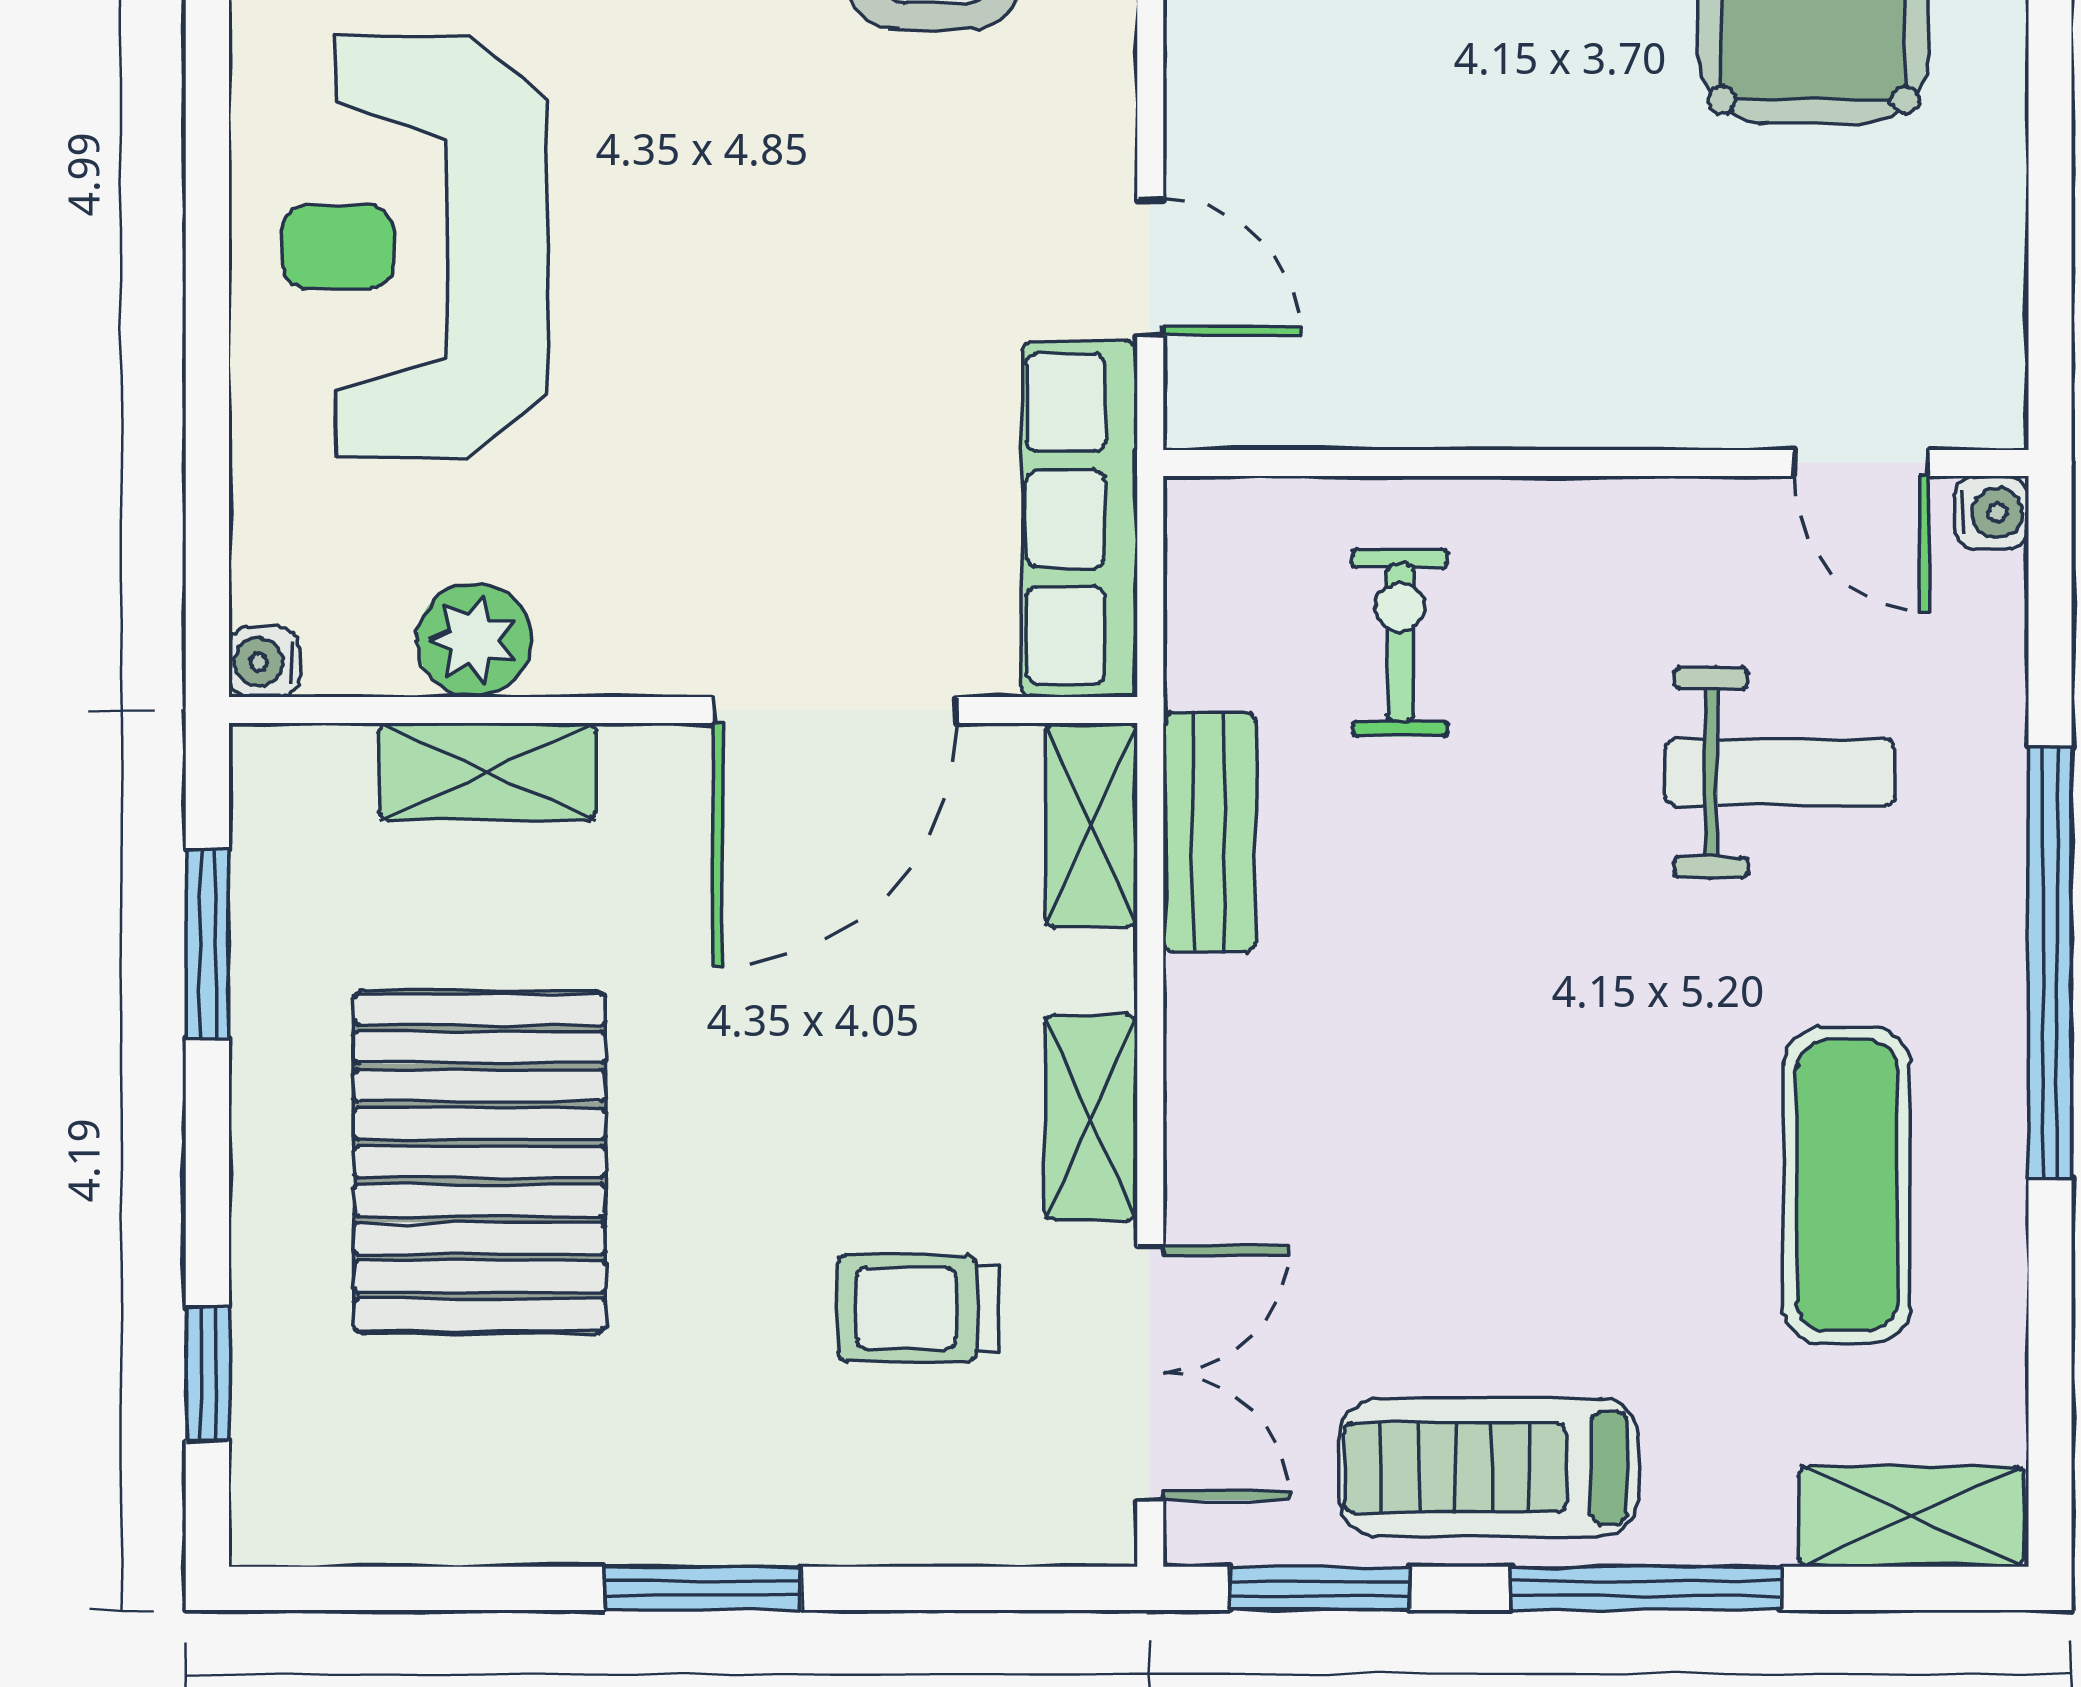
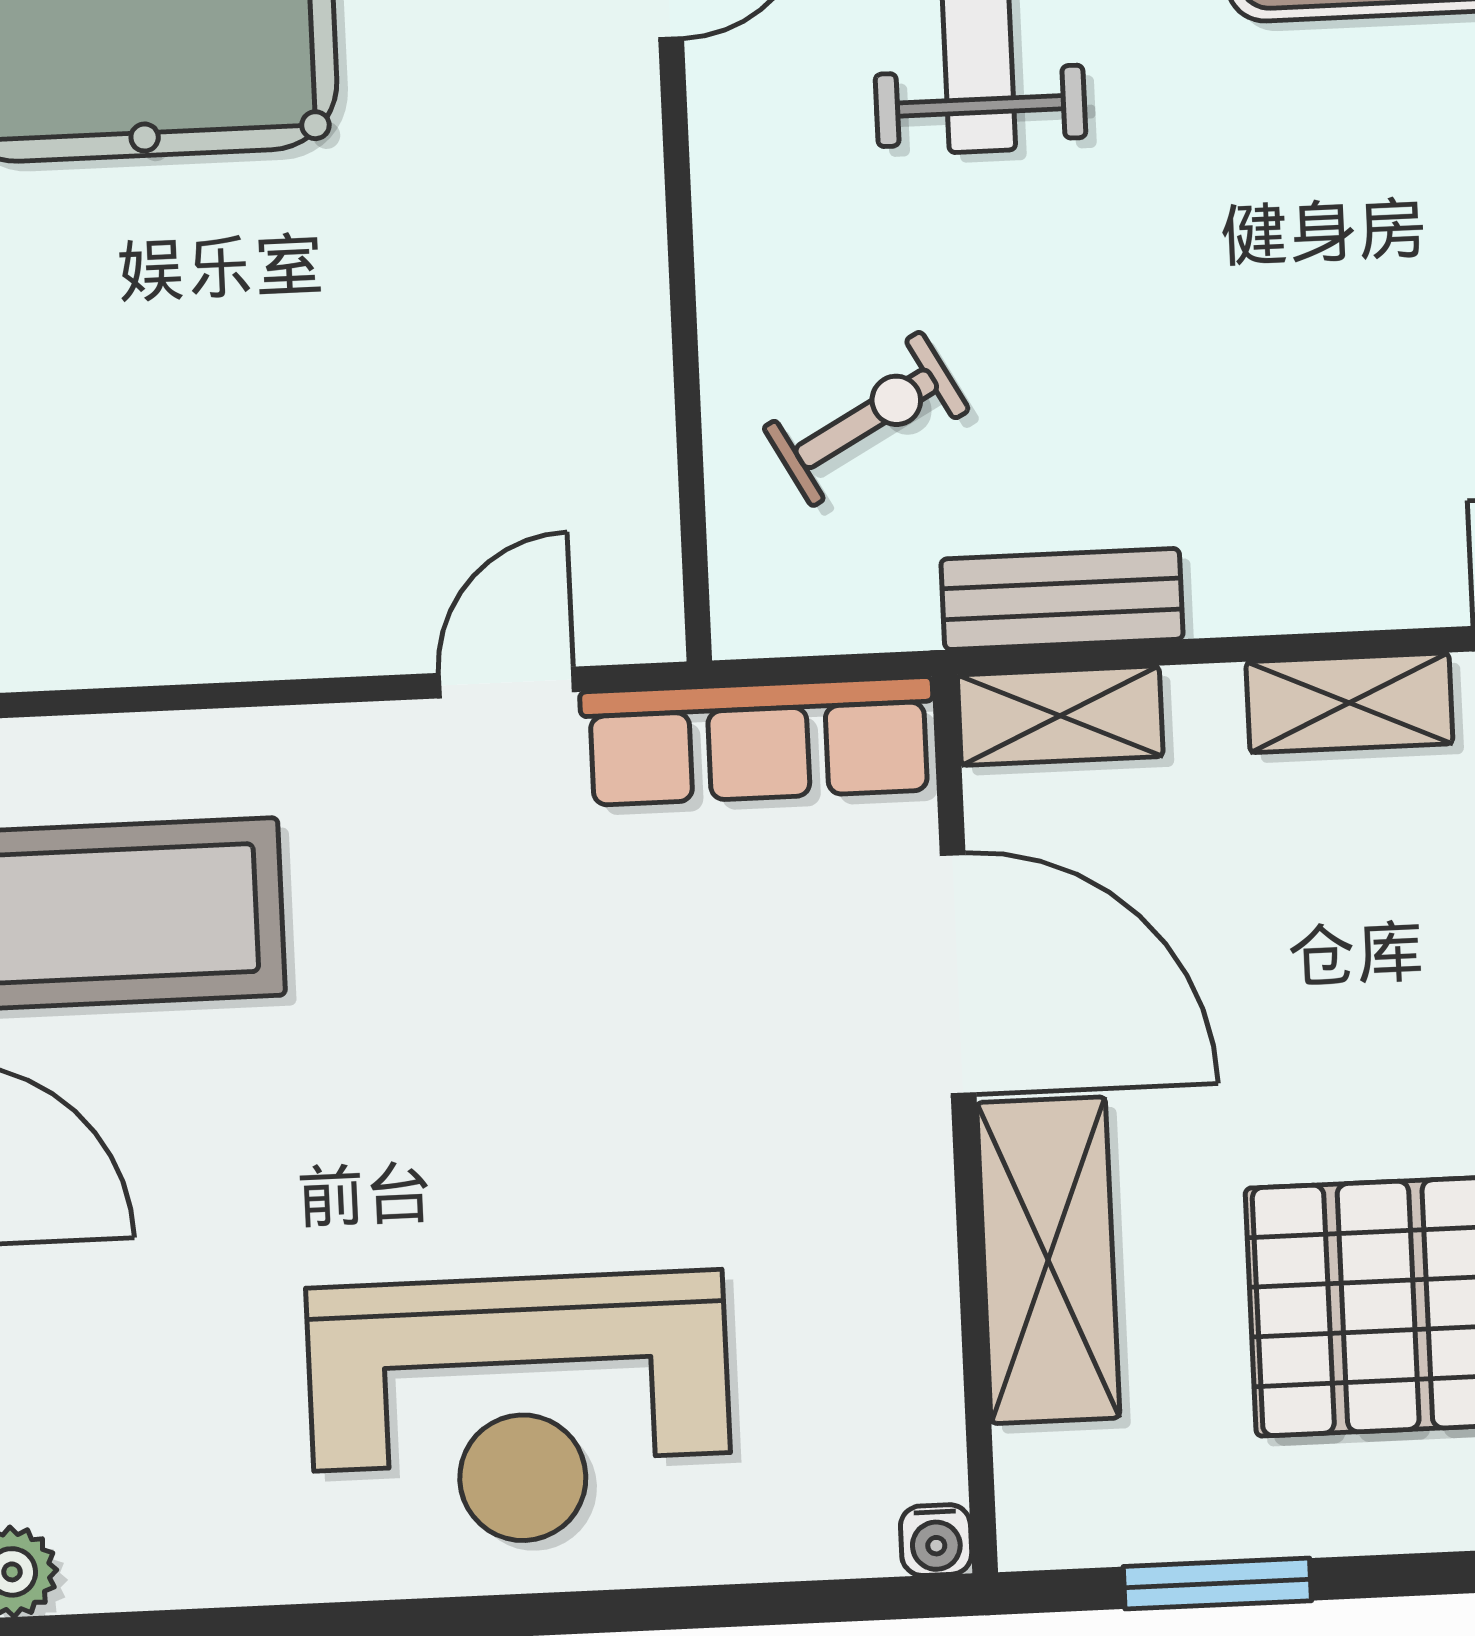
plant: (474, 640) -> (905, 1334), removed
exercise bike: (1400, 643) -> (866, 419), turned 151
shelving: (488, 772) -> (1048, 1260), width x1.50, depth x1.33

